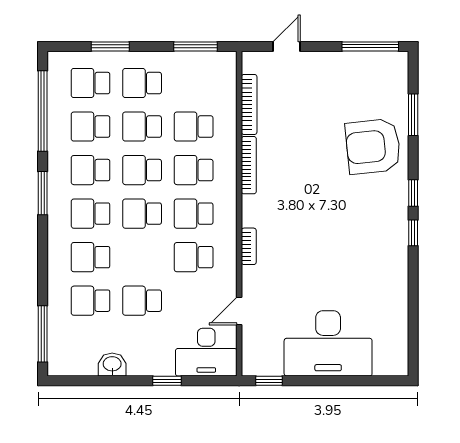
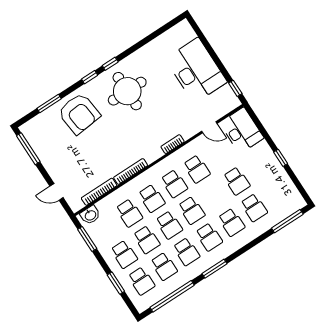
round table: (361, 232) -> (127, 91), added
washbasin: (112, 365) -> (90, 215), moved, turned -90
window: (167, 381) -> (281, 158), moved

